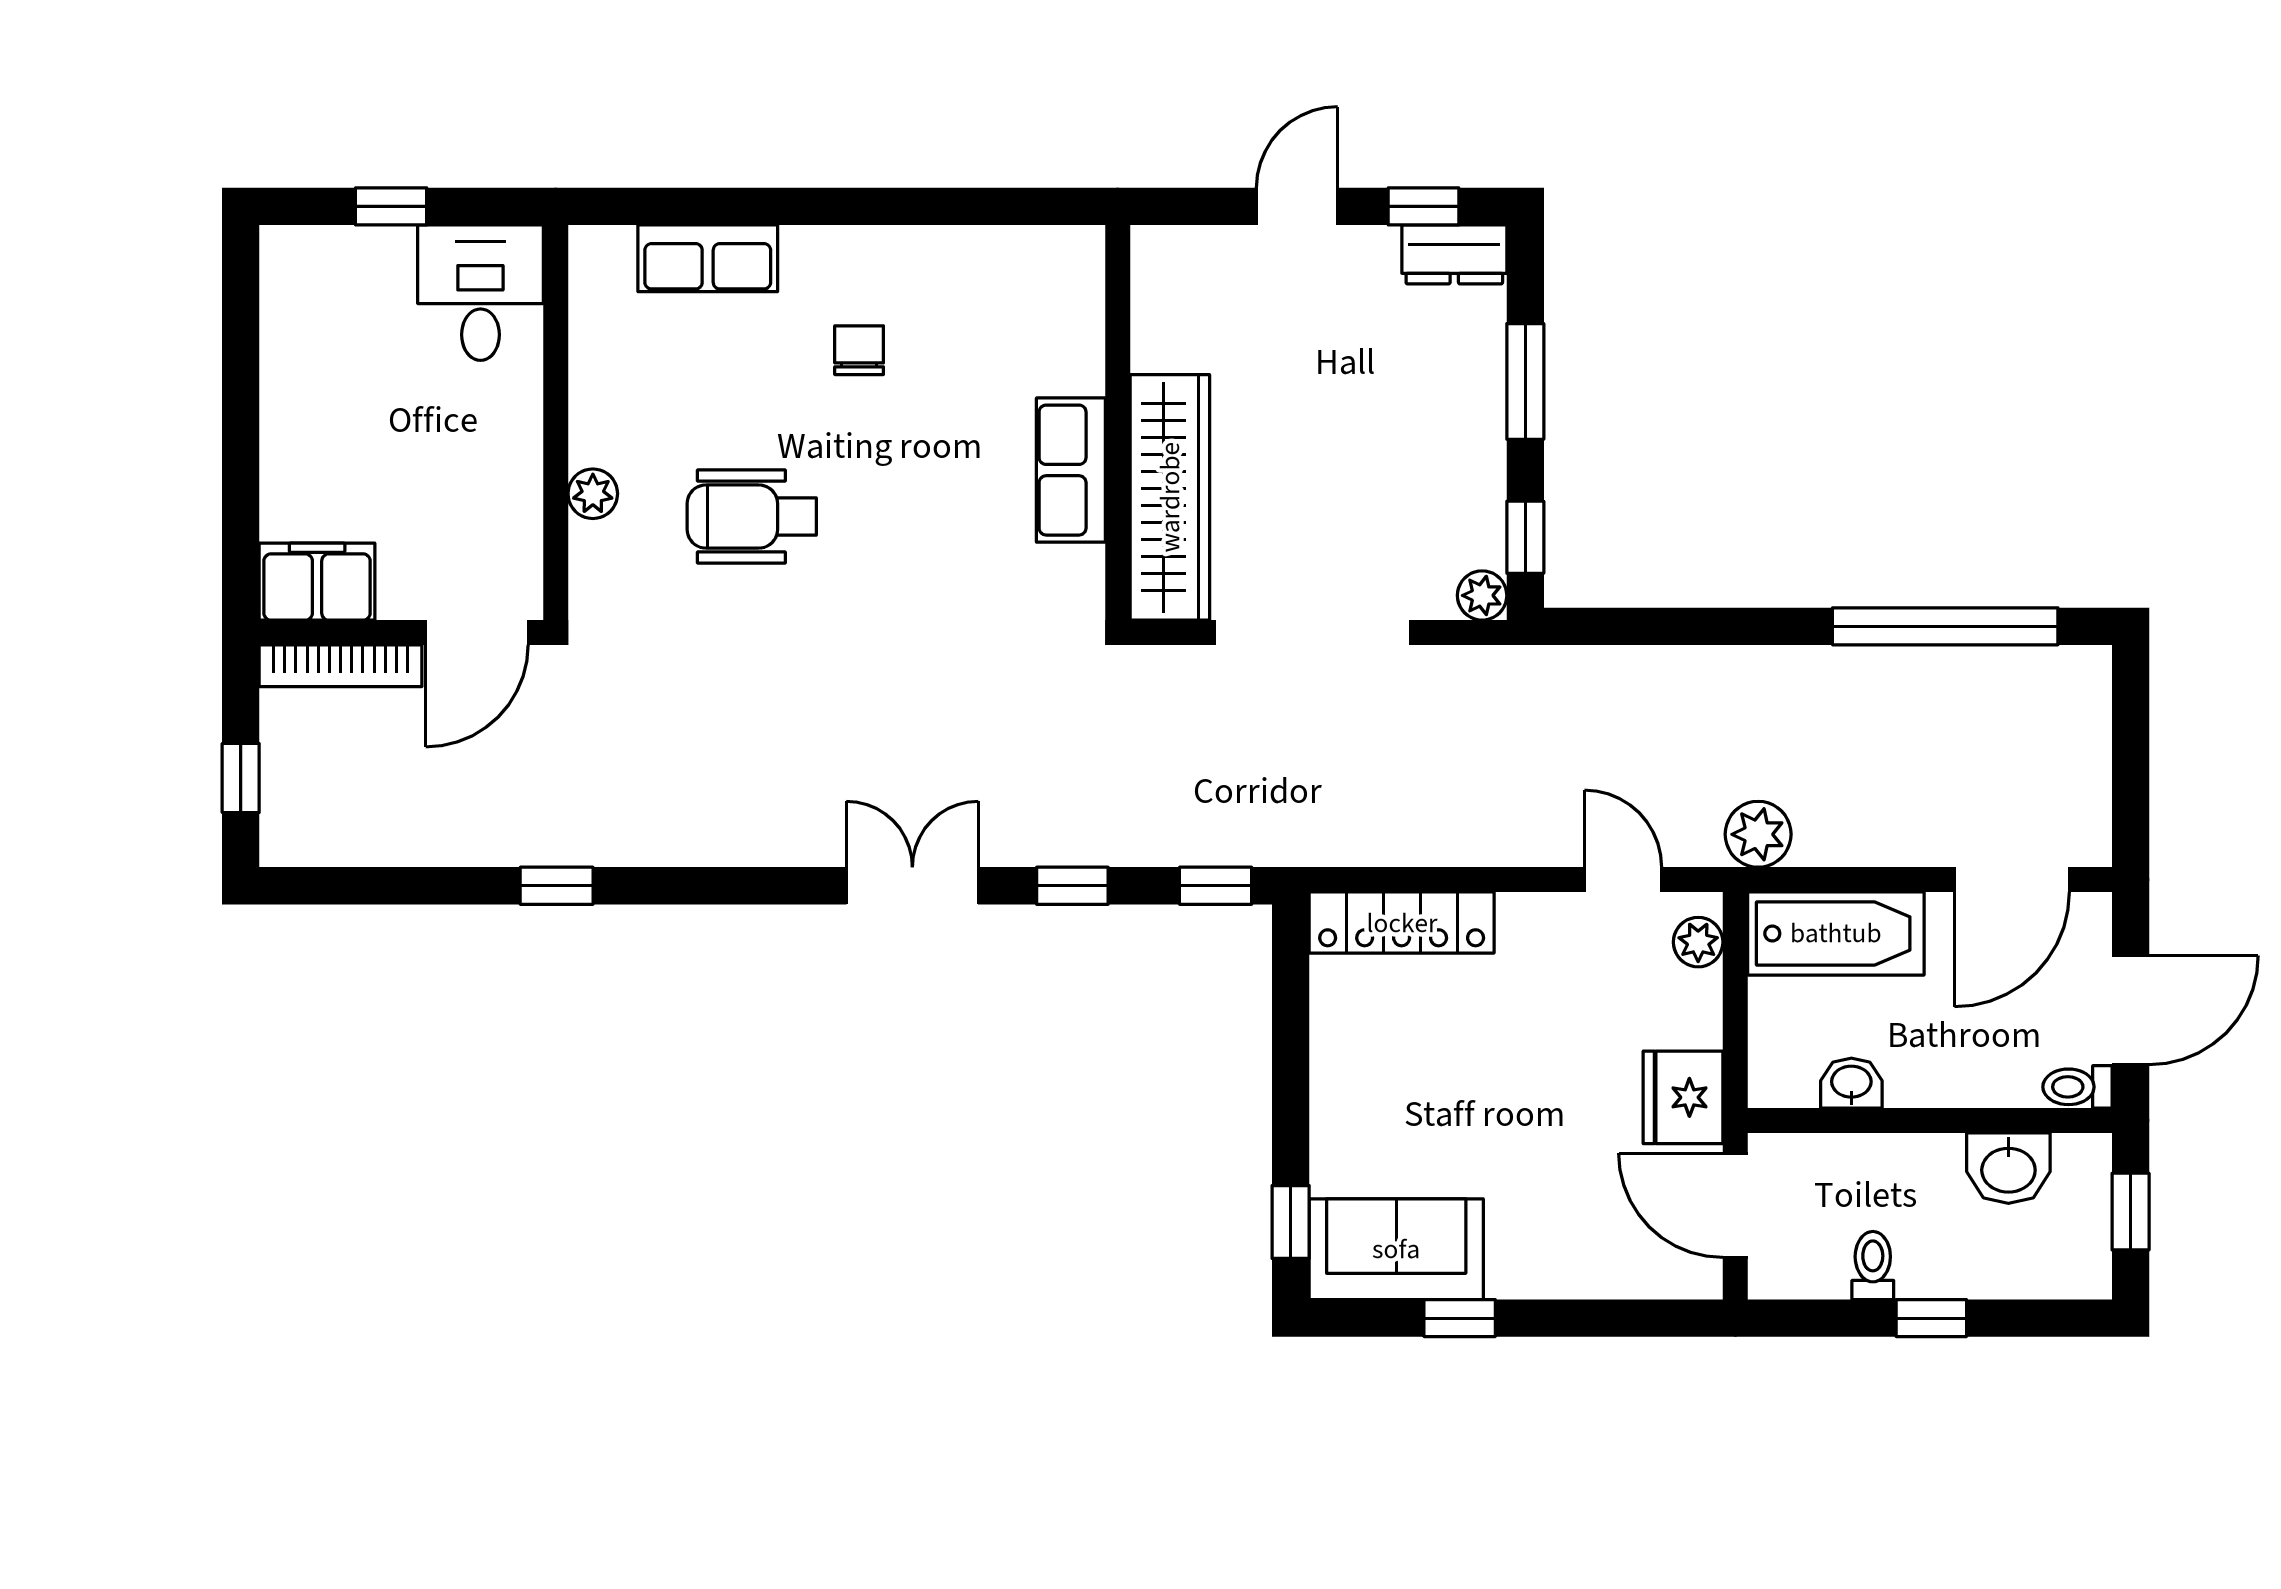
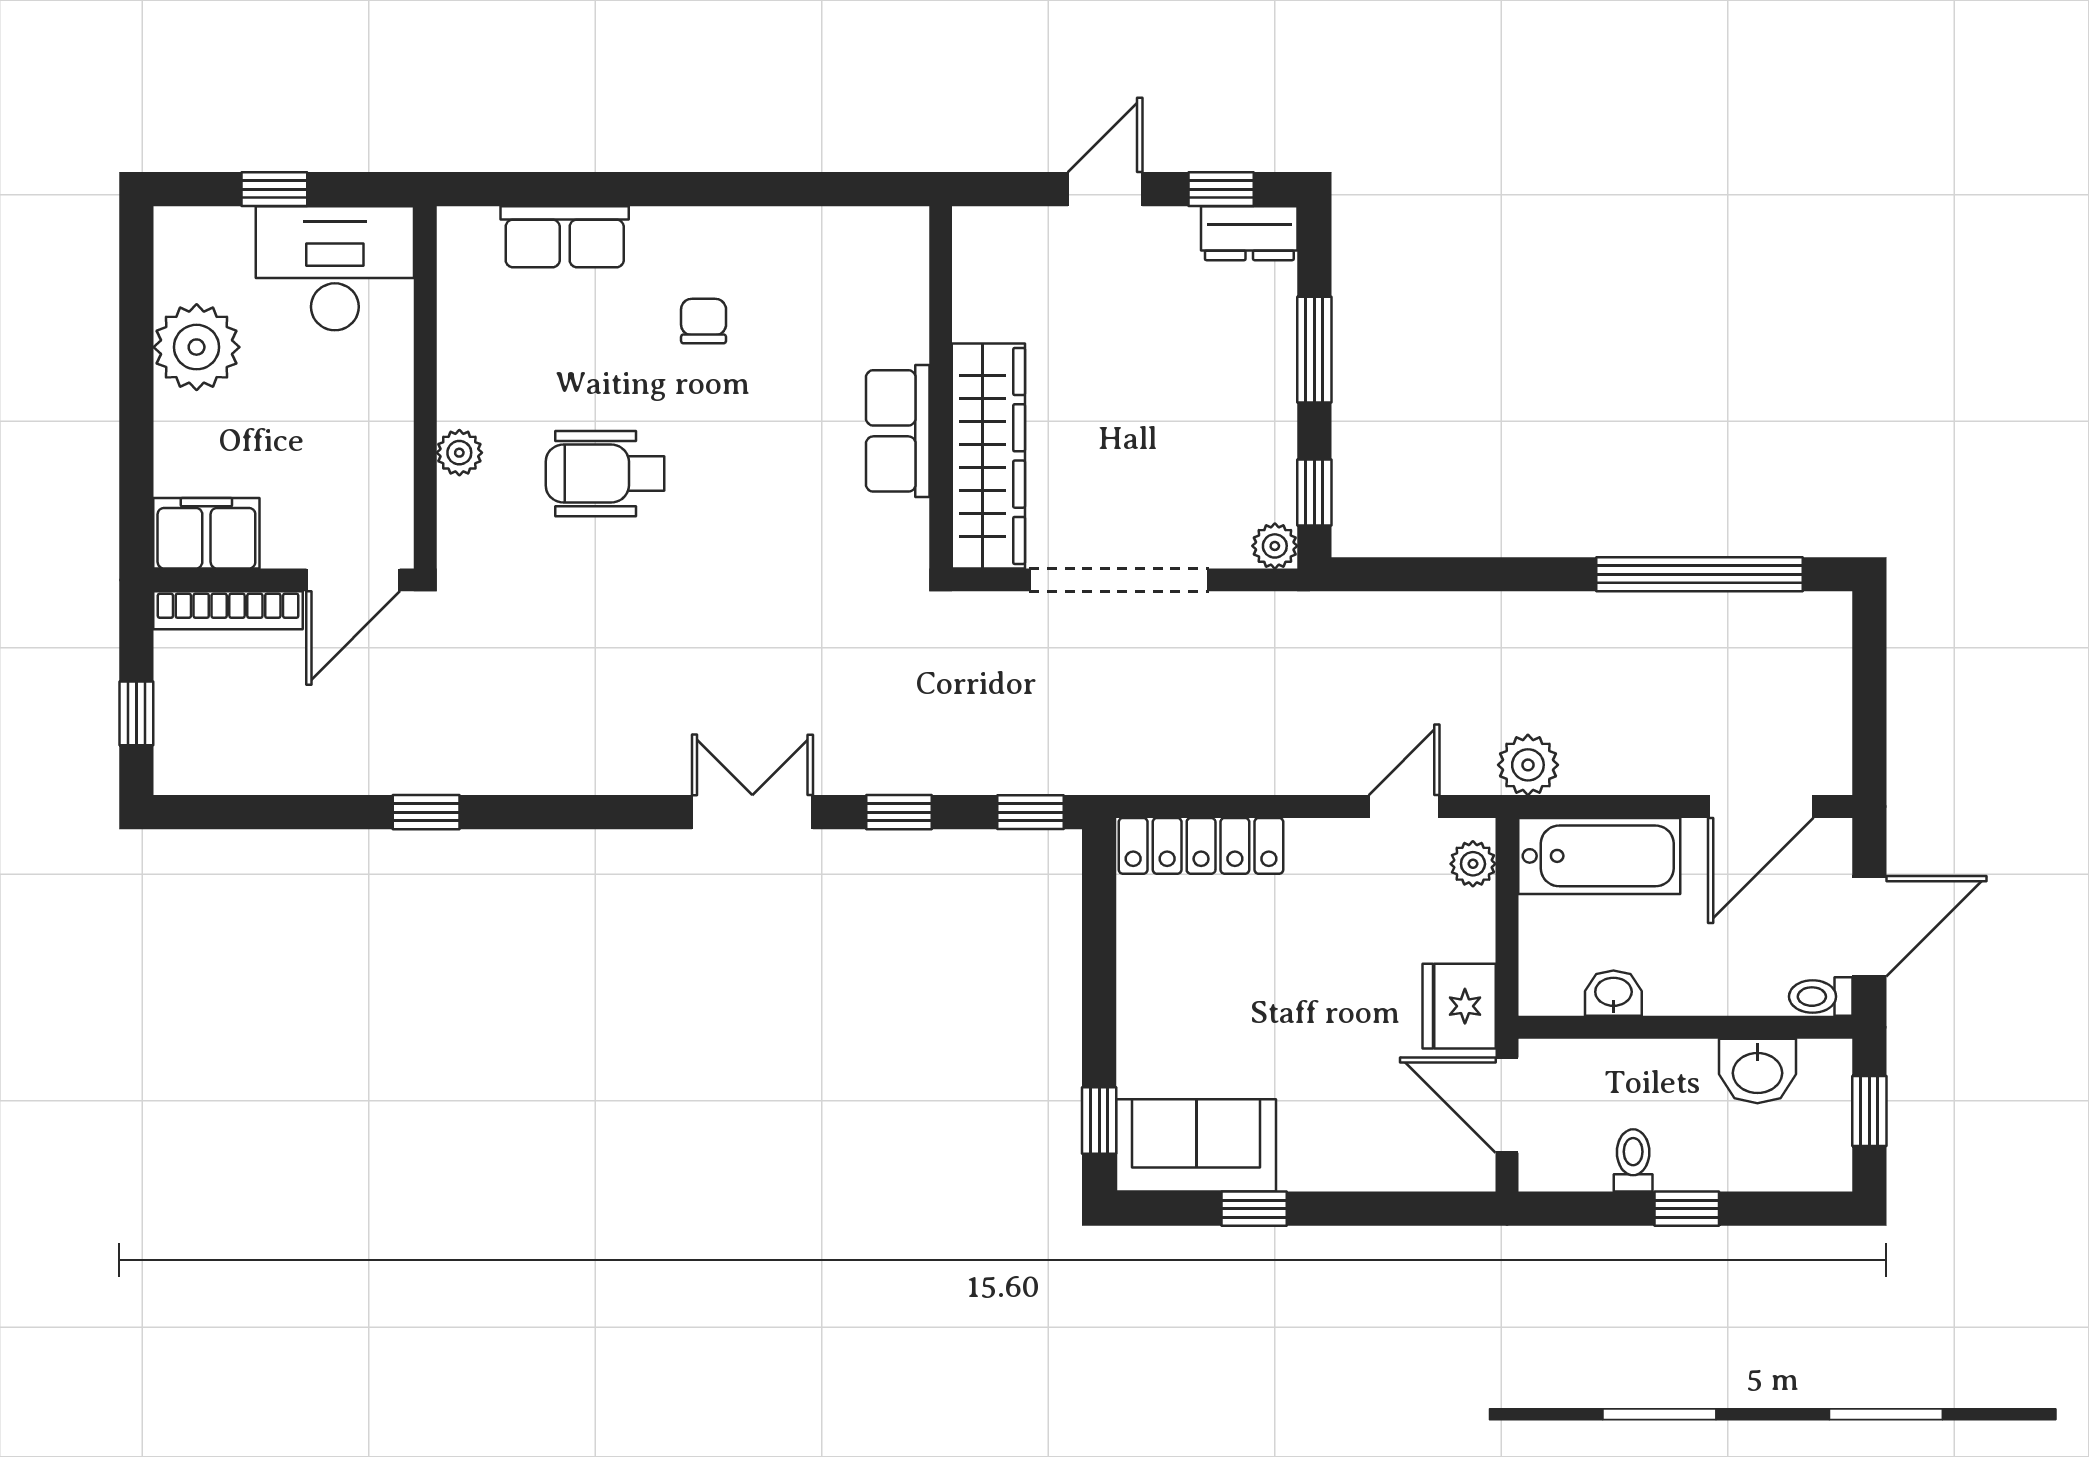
desk: (480, 293) -> (335, 268), width x1.37
plant: (306, 379) -> (197, 347), added
door: (1623, 880) -> (1404, 806), hinge flipped

